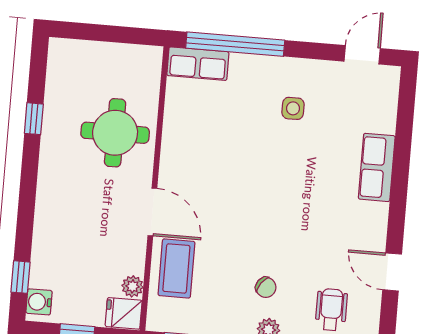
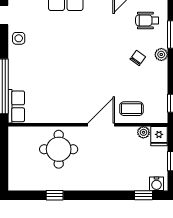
side table: (293, 108) -> (19, 38), moved
coffee table: (176, 268) -> (131, 109), width x0.73, depth x0.77

